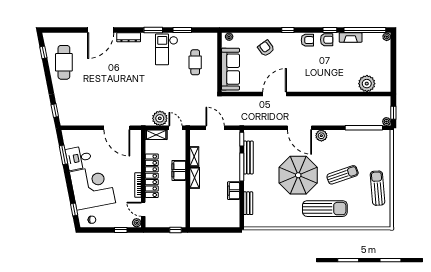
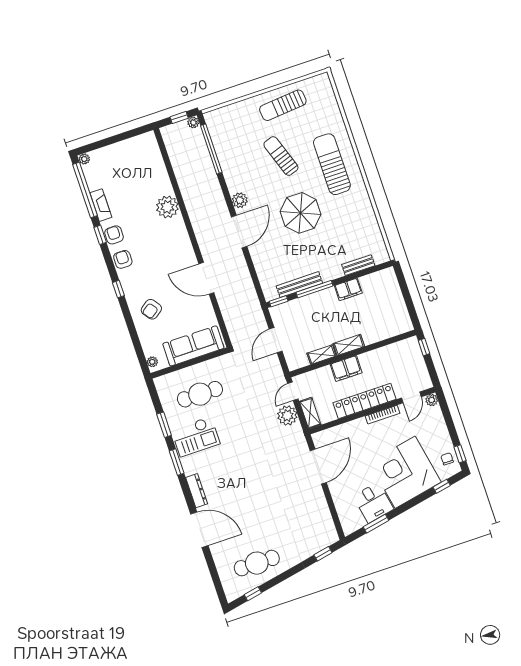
cafe table: (195, 62) -> (200, 394), width x1.37, depth x1.35
plant: (367, 84) -> (167, 207), moved
parasol: (298, 175) -> (301, 213), width x0.73, depth x0.73
window: (121, 230) -> (460, 454), moved

